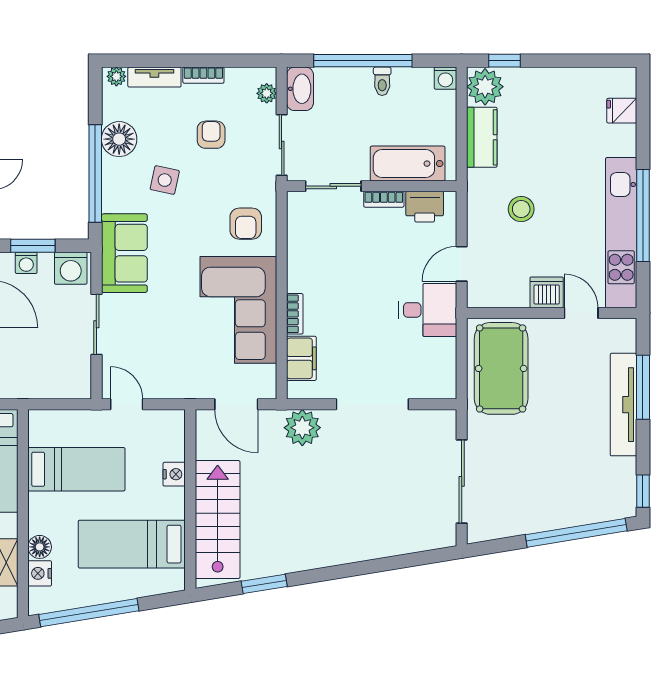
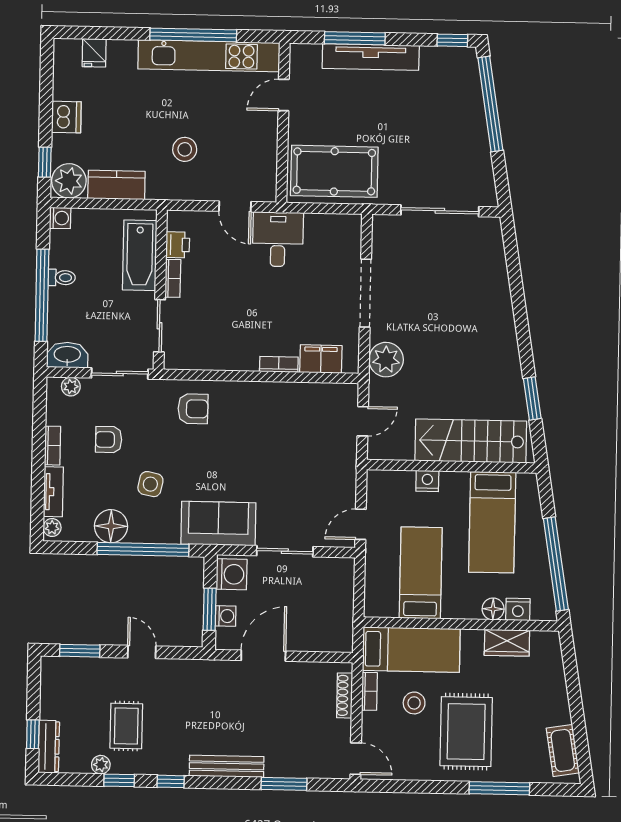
printer: (425, 207) -> (178, 245), width x0.73, depth x0.81
dishwasher: (547, 292) -> (66, 117), moved, turned 180
corner sofa: (238, 310) -> (274, 417), removed
door: (236, 404) -> (363, 421), width x0.73

